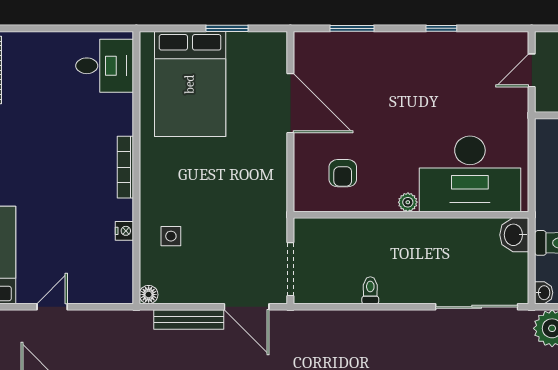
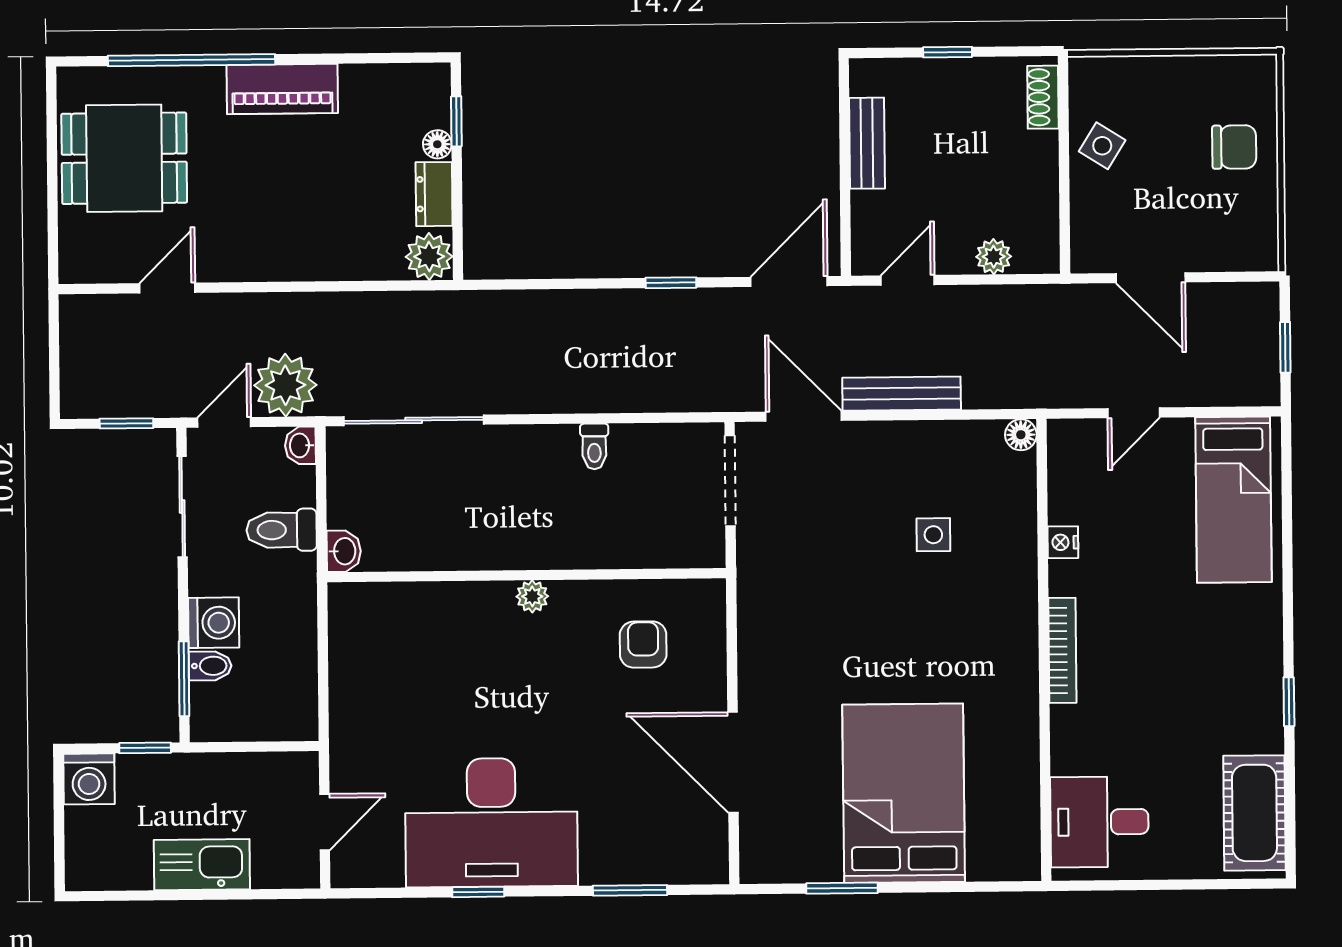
desk: (105, 66) -> (1099, 822), moved
bookcase: (125, 167) -> (1062, 650), moved
wall: (136, 168) -> (1044, 650), moved
desk: (470, 174) -> (491, 822), moved, turned 180
nightstand: (124, 231) -> (1063, 542), moved
washbasin: (514, 235) -> (344, 551), width x0.72, depth x0.69
floor lamp: (149, 295) -> (1021, 435), moved

